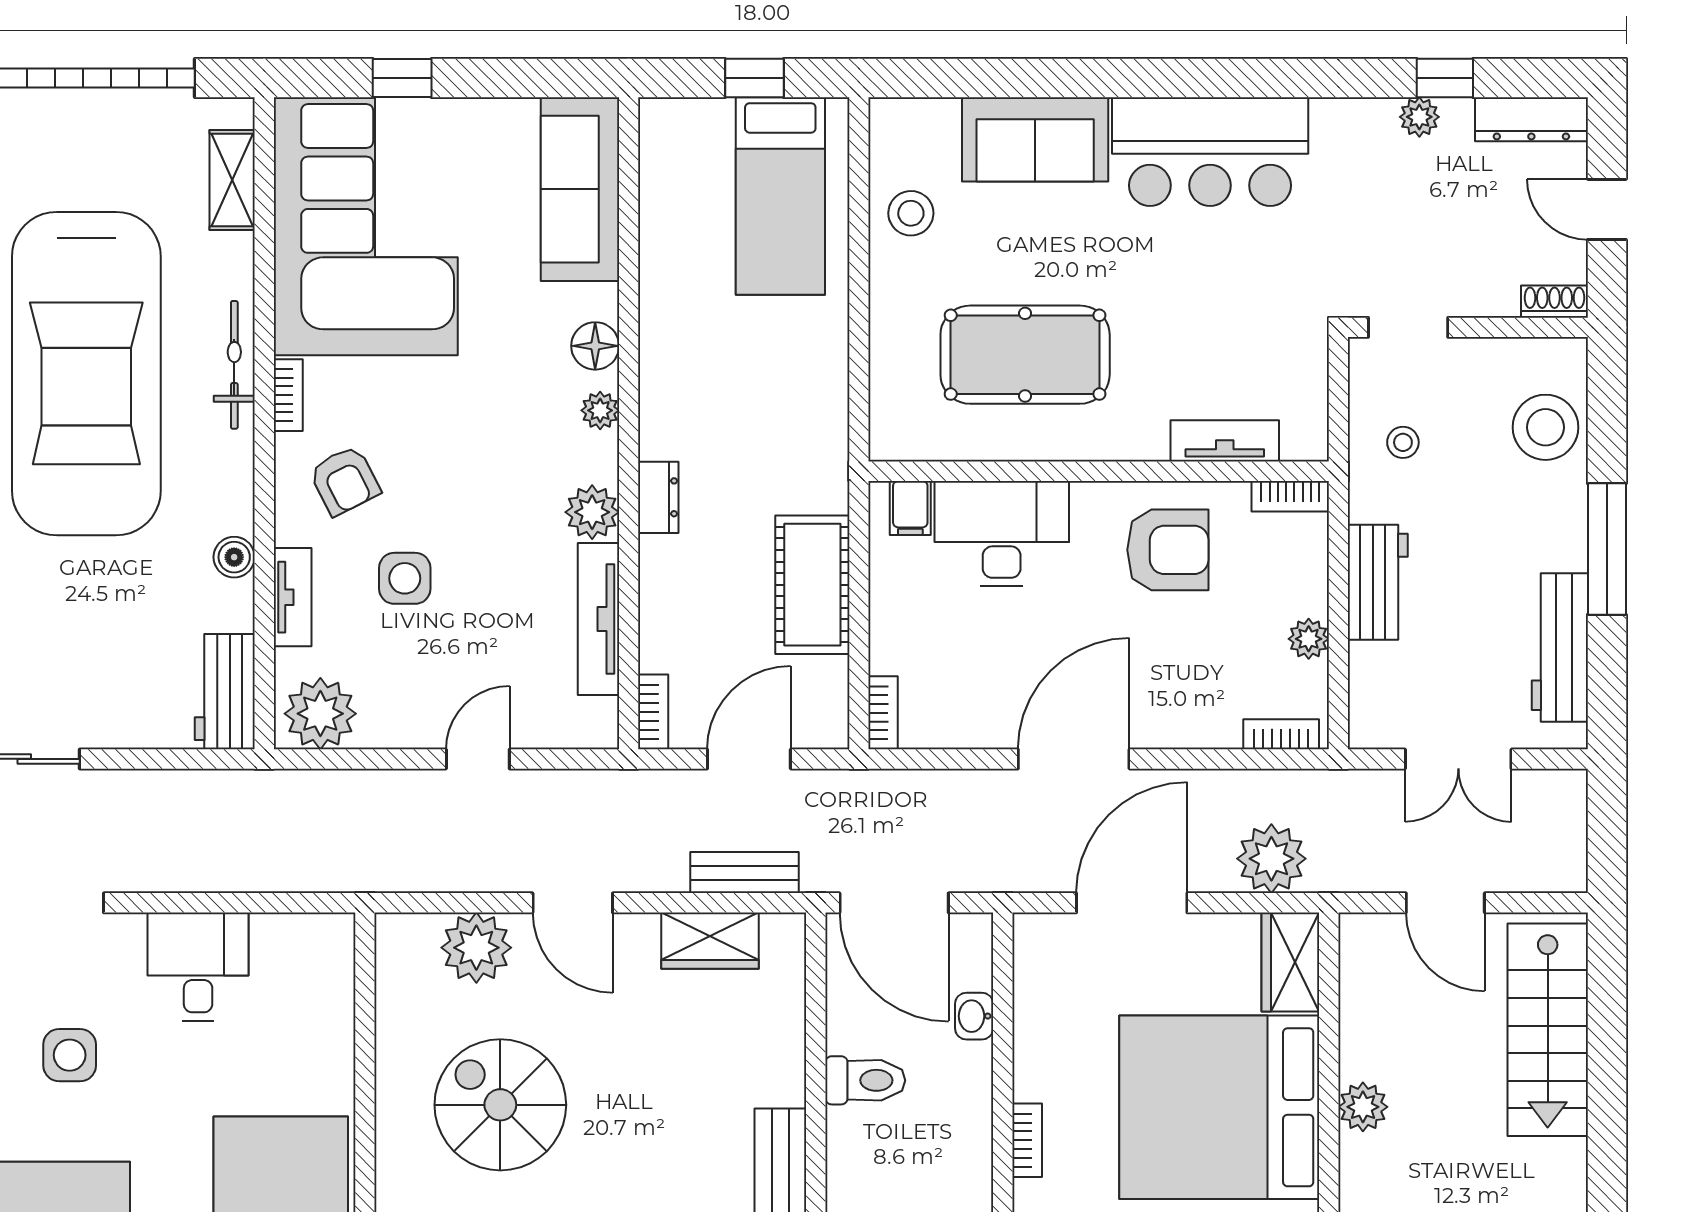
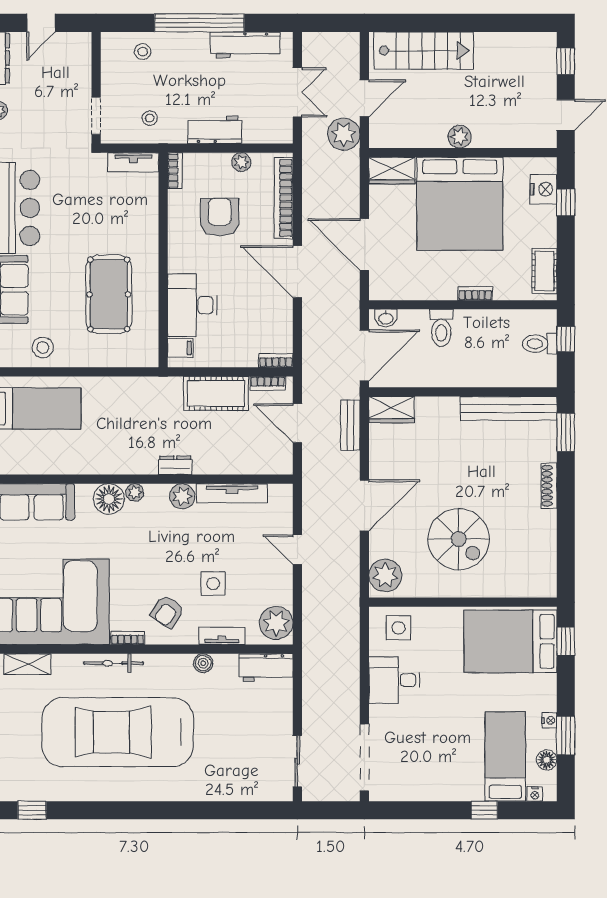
shoe rack: (1554, 302) -> (84, 47), removed
floor lamp: (595, 346) -> (109, 499), width x1.38, depth x1.38
car: (86, 374) -> (118, 732), turned 180
stool: (1546, 427) -> (143, 52), width x0.53, depth x0.53
tv unit: (1225, 441) -> (133, 162), moved, turned -90
armchair: (345, 481) -> (167, 612), turned 151
window: (1607, 549) -> (199, 23), width x1.46
armchair: (1168, 550) -> (220, 217), moved
bookcase: (653, 712) -> (268, 383), moved, turned 180
bookcase: (1281, 734) -> (284, 198), width x2.31, depth x1.31
plant: (1271, 859) -> (344, 134), moved
door: (573, 903) -> (364, 505), width x1.36
wardrobe: (710, 941) -> (392, 410), moved, turned 90
plant: (476, 948) -> (385, 575), moved
washbasin: (974, 1016) -> (386, 318), moved
side table: (70, 1055) -> (398, 628), moved
toilet: (865, 1080) -> (441, 328), moved, turned 180
spiral stairs: (500, 1105) -> (459, 539), turned -90

